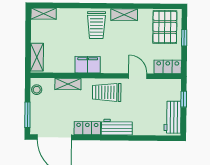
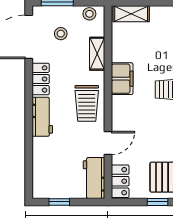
trolley: (107, 92) -> (87, 103), turned 180
window: (184, 99) -> (59, 202), moved
stool: (52, 112) -> (61, 34), added
workbench: (173, 117) -> (94, 178), moved, turned -90

